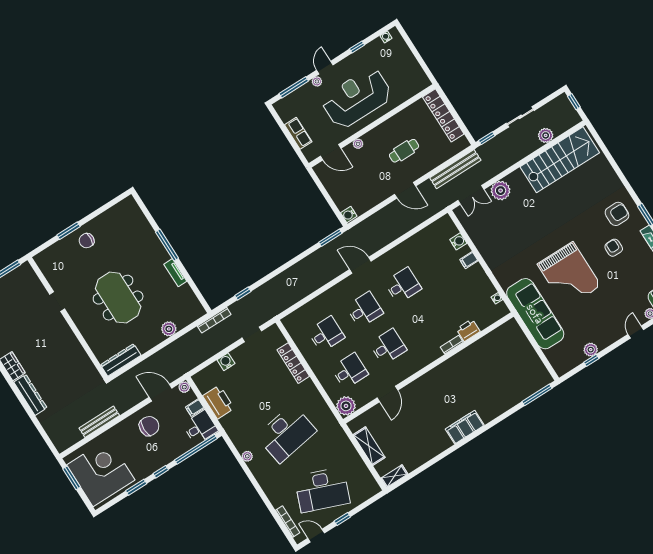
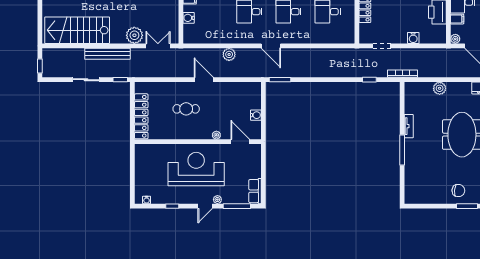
reception desk: (357, 98) -> (196, 169), turned 180
row of seats: (298, 133) -> (255, 191), moved
plant: (546, 135) -> (229, 54), moved
bench: (455, 169) -> (107, 54), moved
water cooler: (349, 215) -> (256, 115), moved

